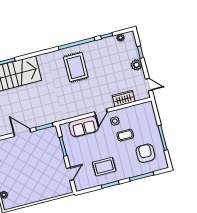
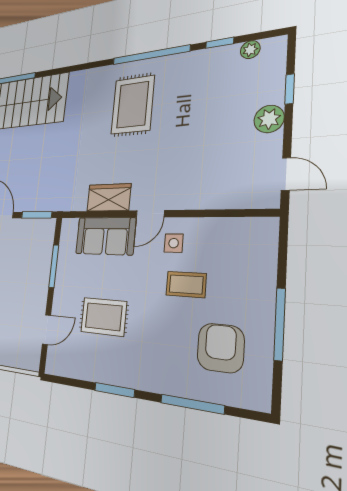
wardrobe: (124, 98) -> (109, 198), moved
rug: (104, 167) -> (104, 317), moved

